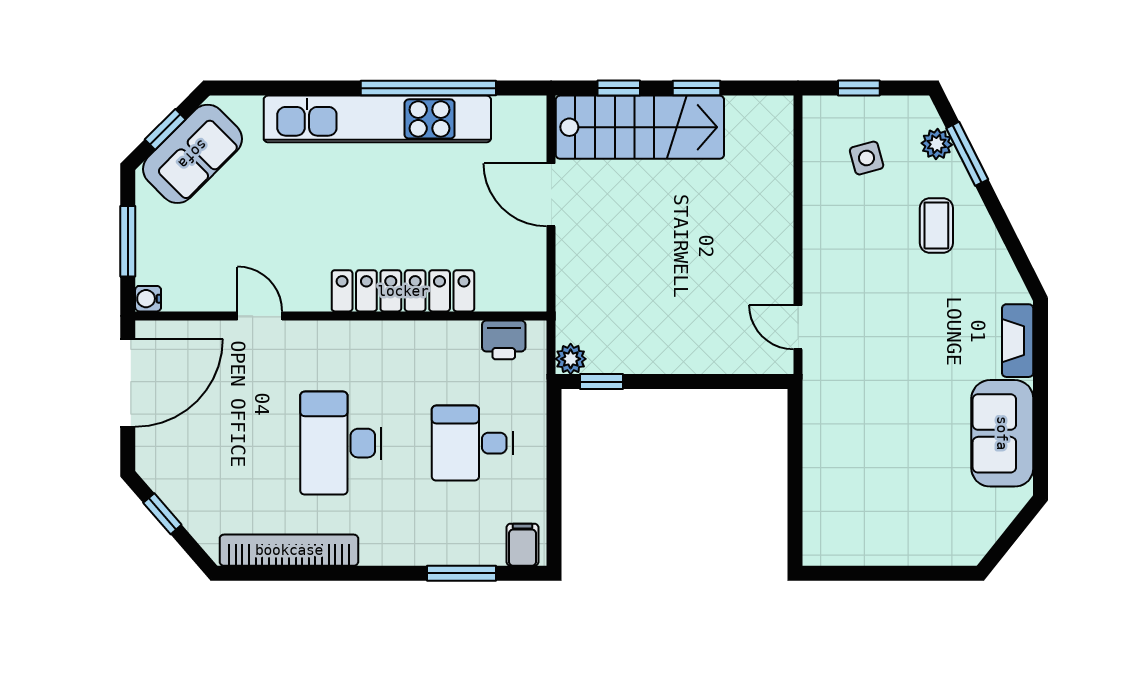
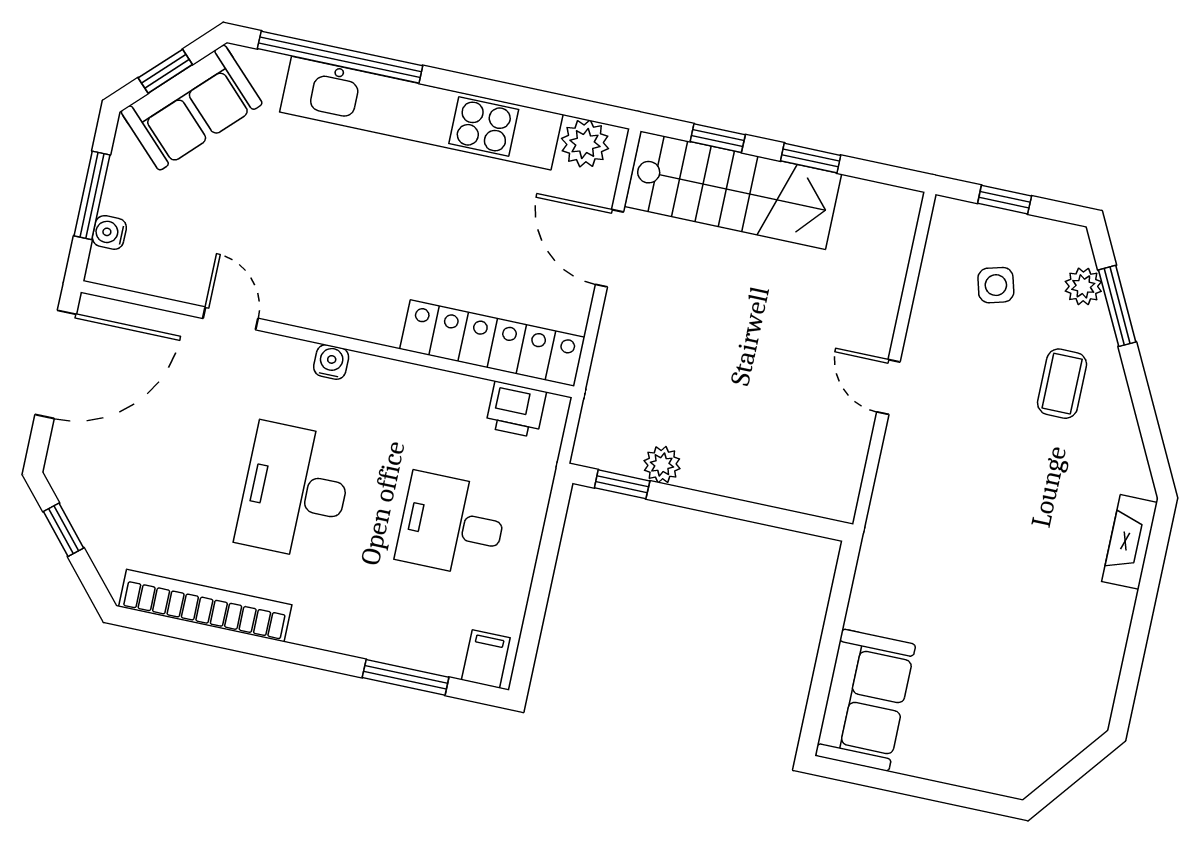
window: (428, 88) -> (340, 57), moved
plant: (513, 115) -> (585, 143), added
locker: (403, 291) -> (492, 343), moved
water cooler: (148, 299) -> (109, 232), moved
door: (798, 327) -> (888, 387), moved
water cooler: (348, 334) -> (331, 362), added
plant: (571, 359) -> (662, 465), moved
sofa: (1002, 433) -> (865, 700), moved, turned 180

